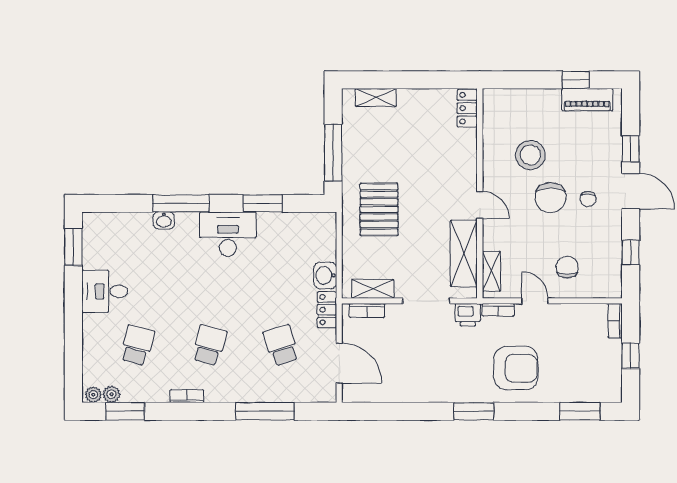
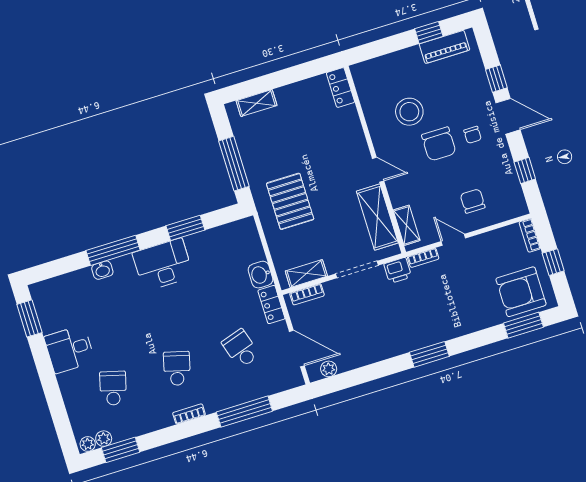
armchair: (516, 368) -> (521, 292), moved, turned 180
plant: (365, 394) -> (329, 369), added
bookcase: (187, 396) -> (189, 414), moved

